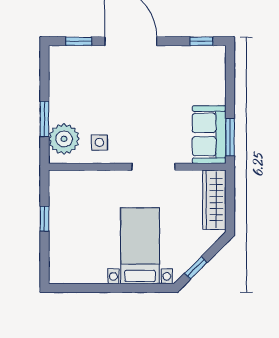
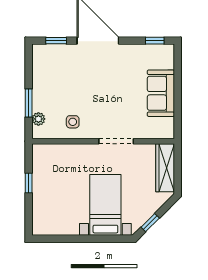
sofa: (209, 135) -> (161, 93), moved
window: (230, 137) -> (178, 118), removed
plant: (64, 139) -> (38, 119), width x0.53, depth x0.53

